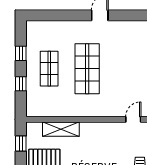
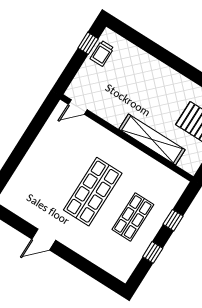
shelving: (61, 129) -> (152, 139), width x1.47

